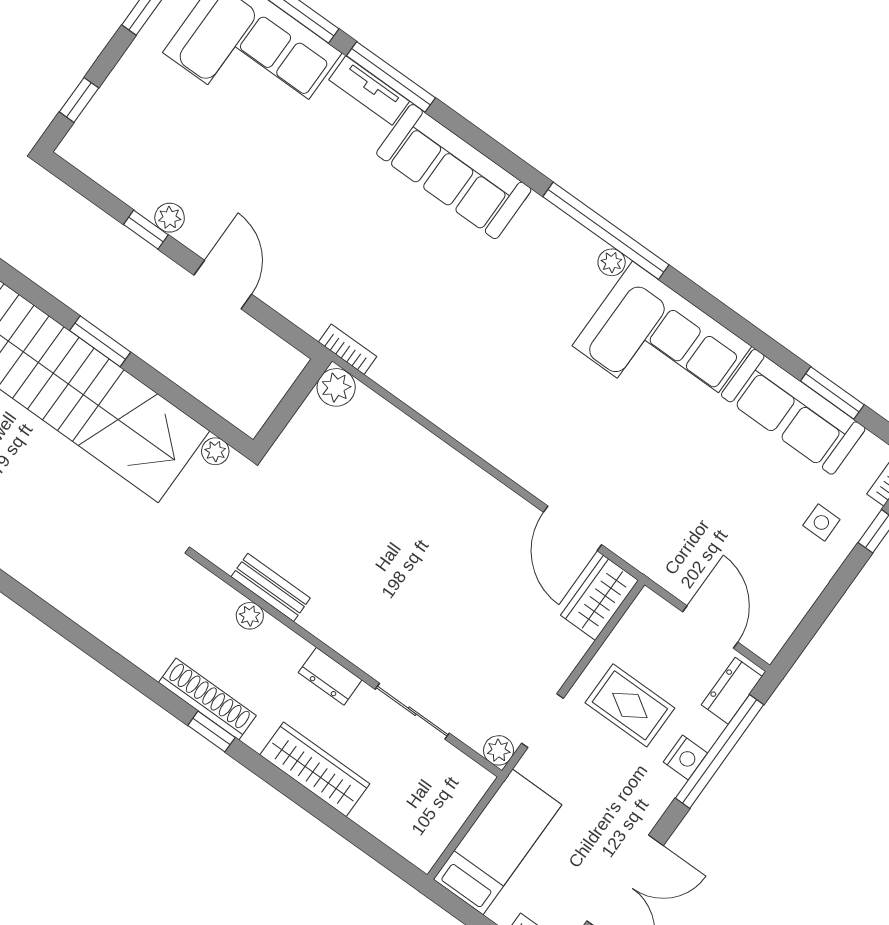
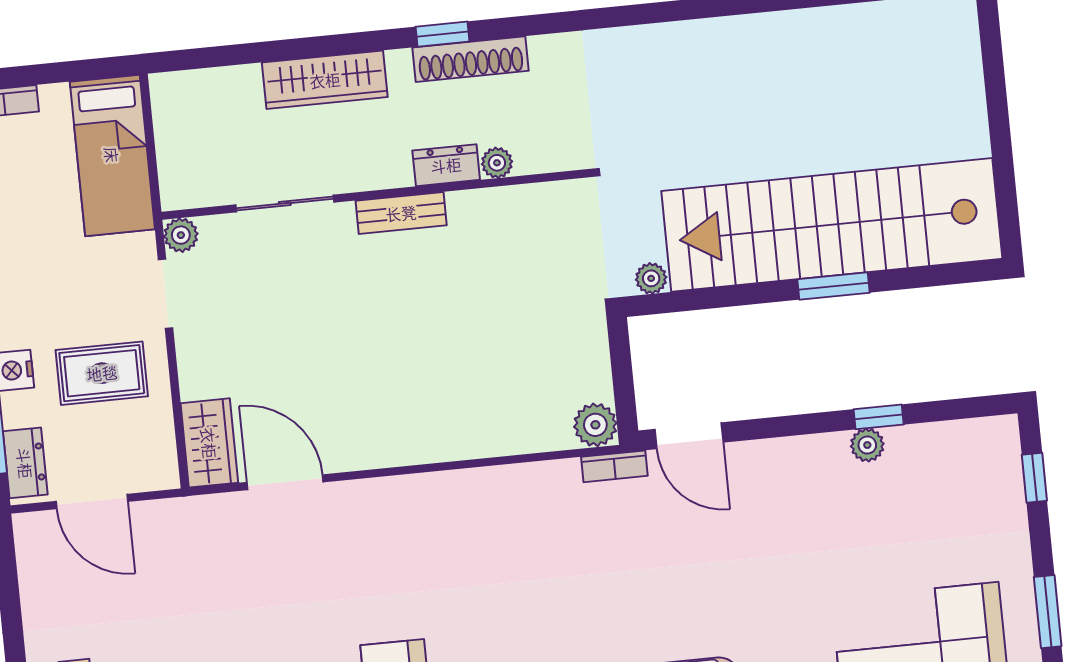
door: (223, 285) -> (689, 436), moved
bench: (271, 587) -> (401, 213), moved
dresser: (330, 676) -> (446, 165), moved

